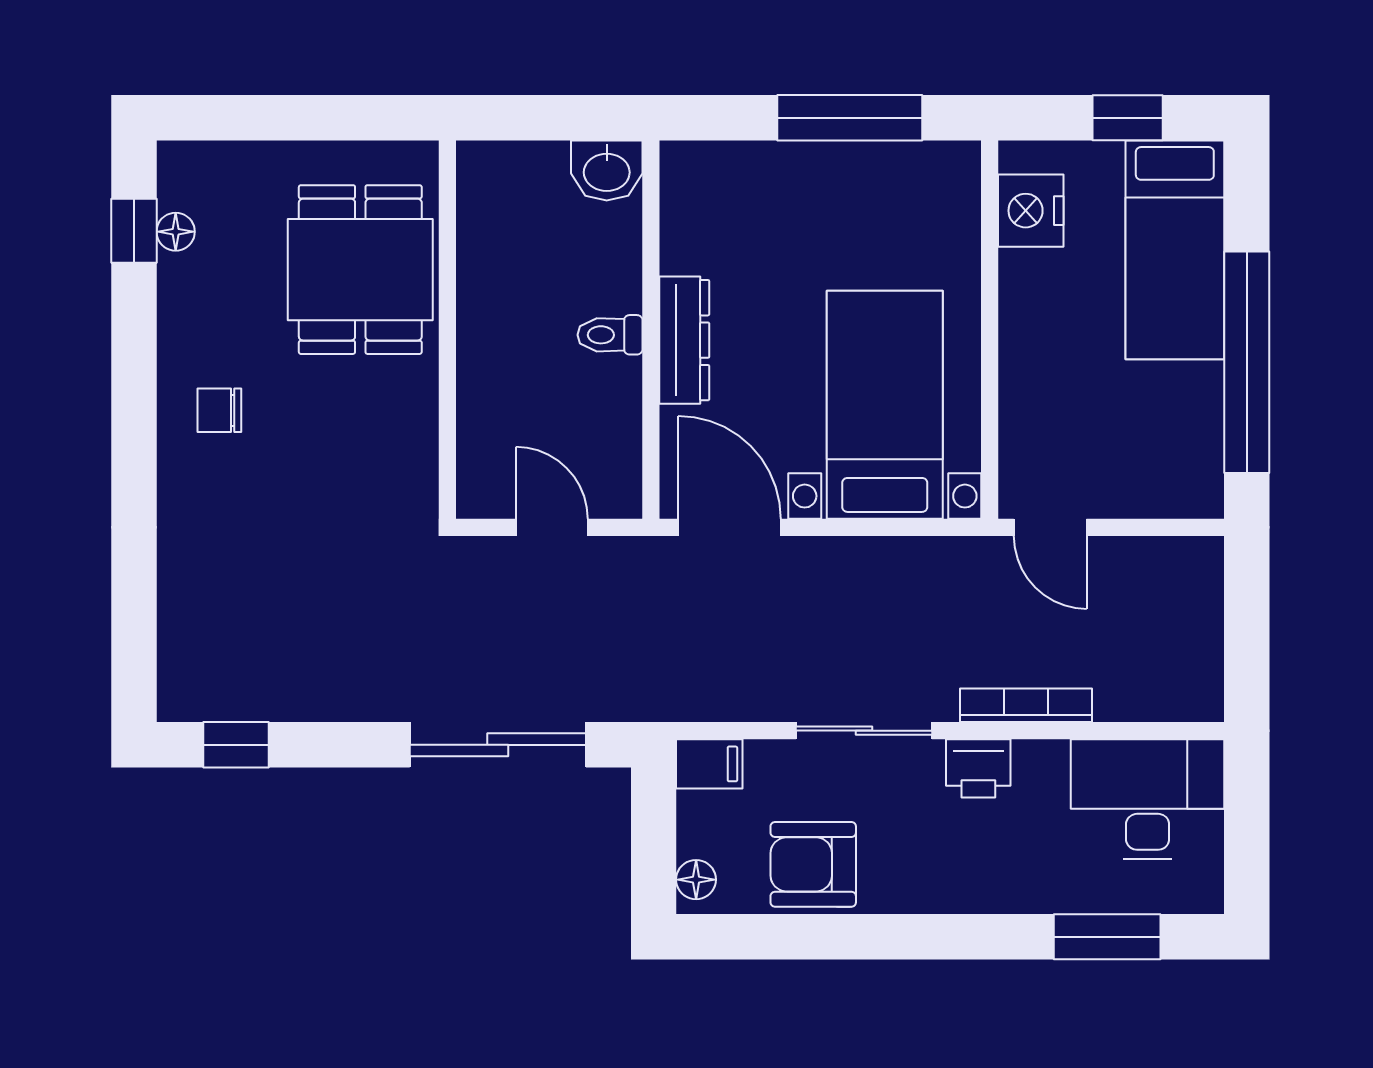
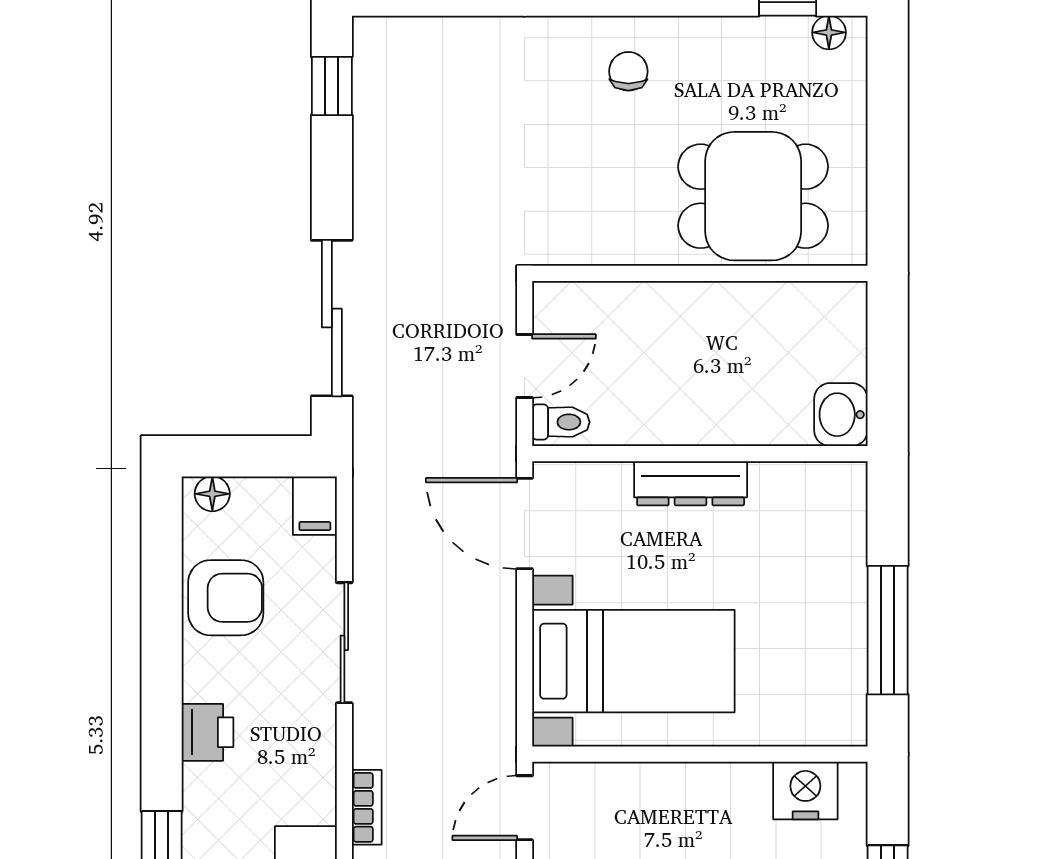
floor lamp: (176, 232) -> (829, 32), moved
toilet: (610, 335) -> (561, 422), moved, turned 90
door: (730, 527) -> (525, 524), swing flipped
bookcase: (1026, 705) -> (367, 807), width x0.64
printer: (978, 768) -> (208, 732), moved, turned 180
armchair: (813, 864) -> (226, 598), turned 90

